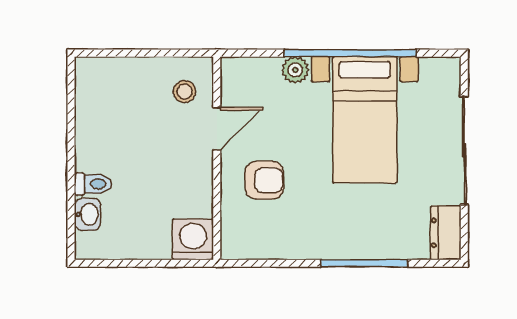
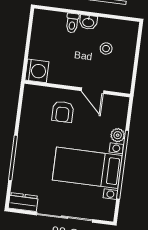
stool: (184, 92) -> (106, 49), moved
washbasin: (88, 214) -> (88, 22), moved

